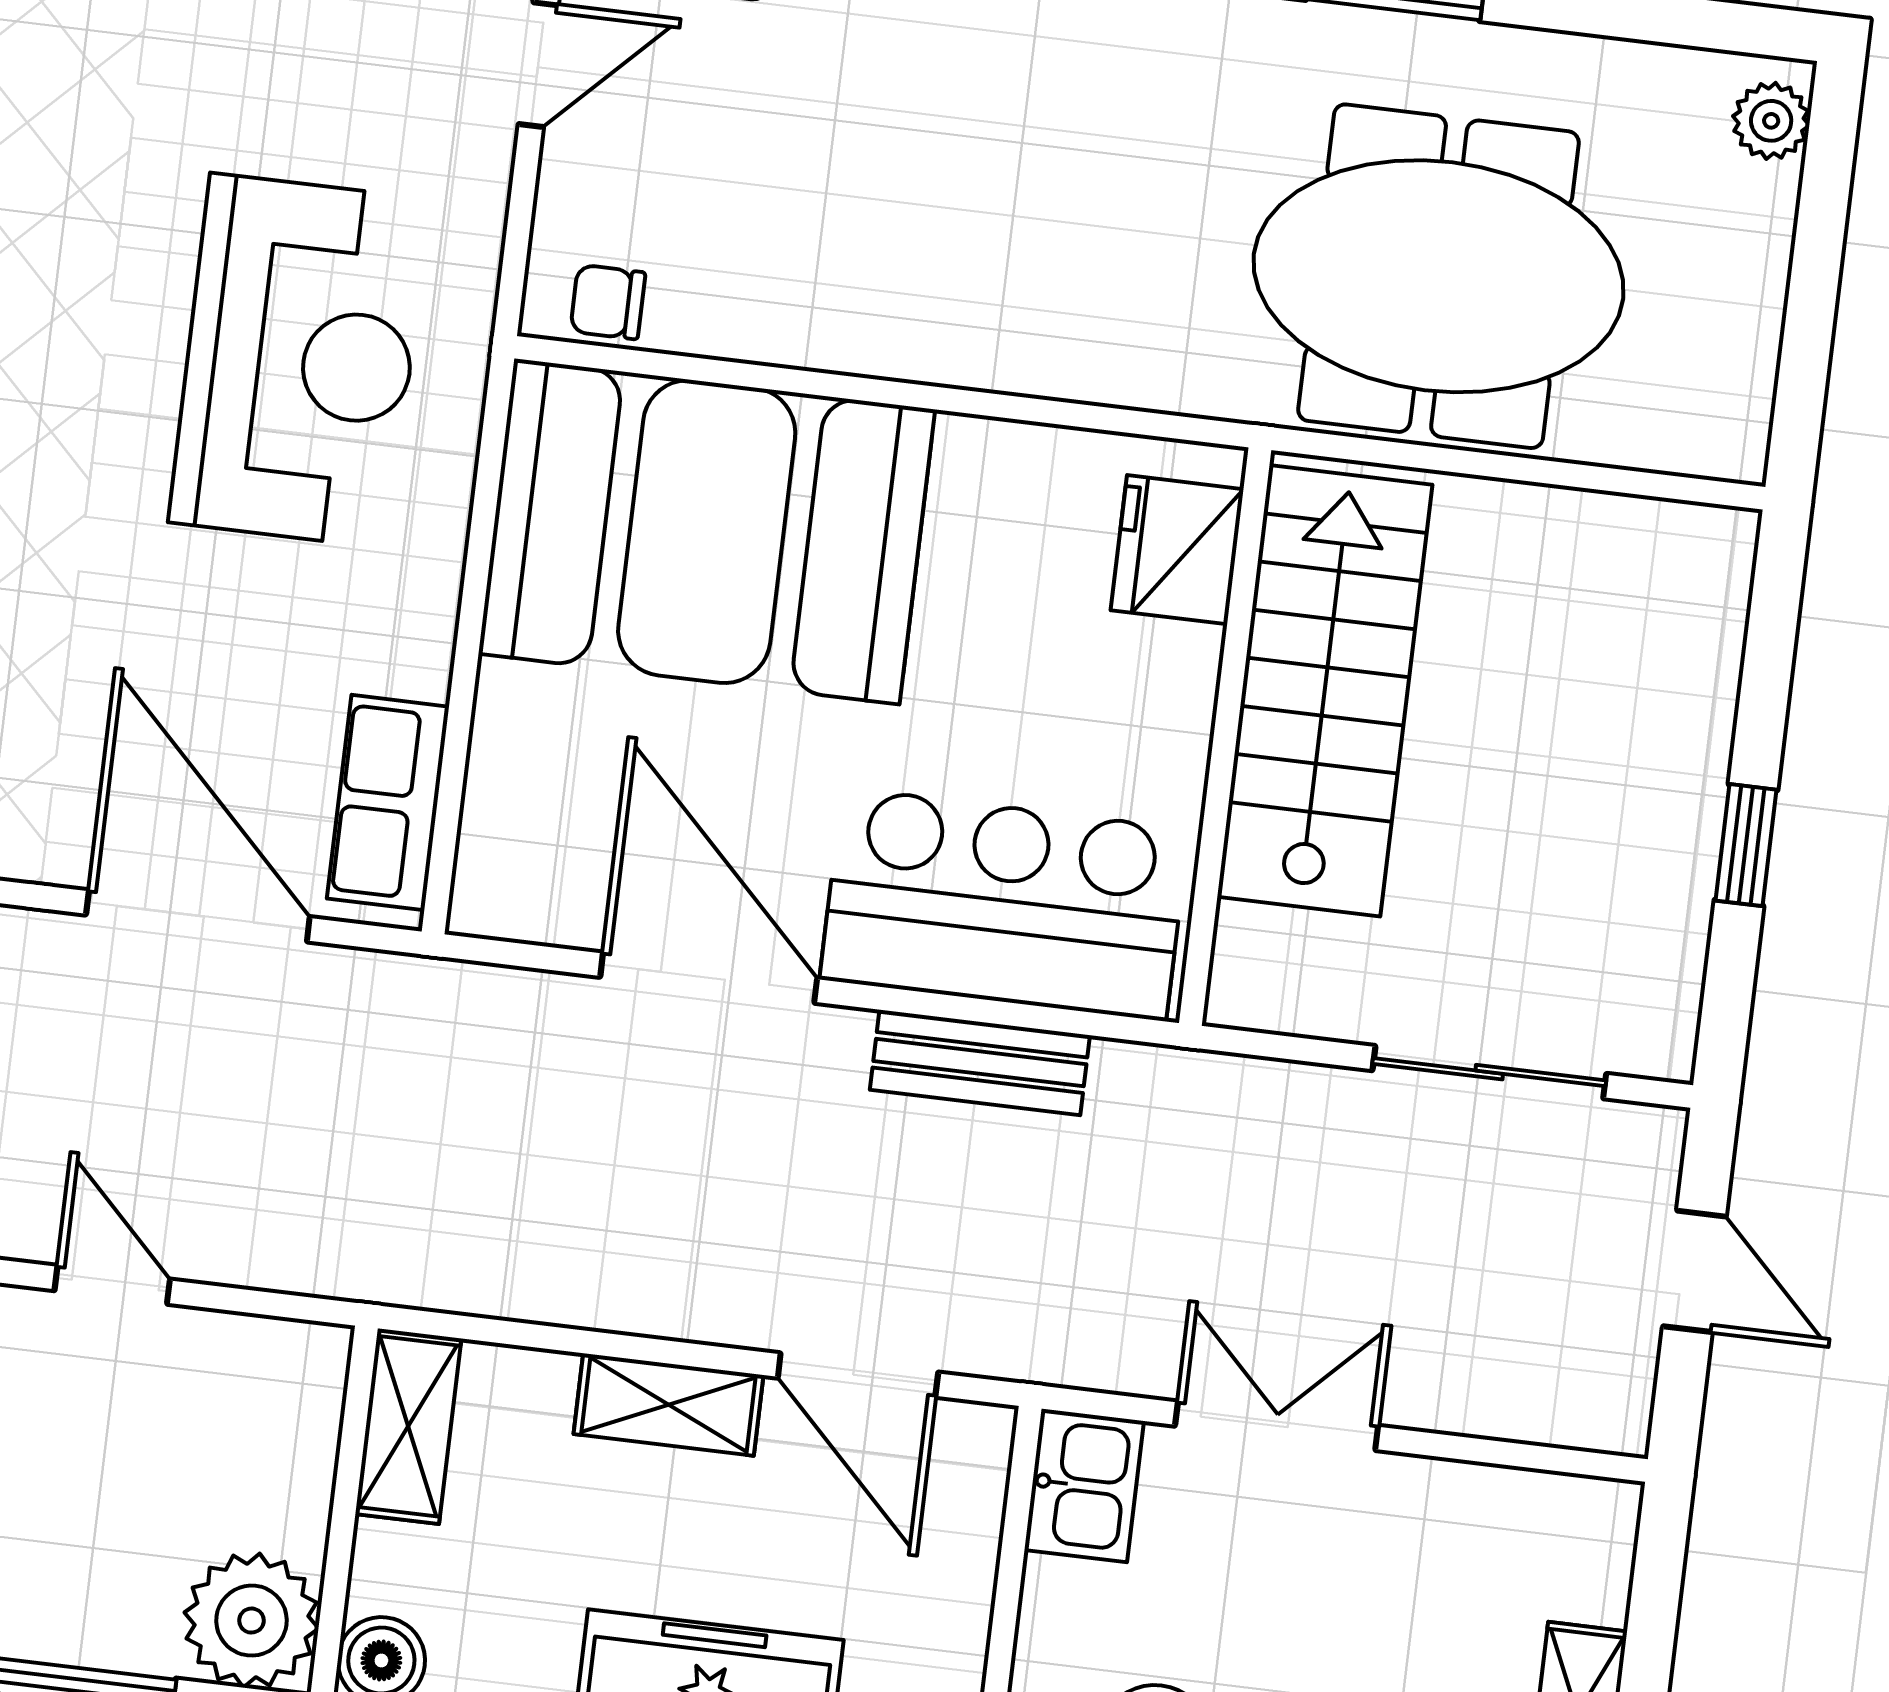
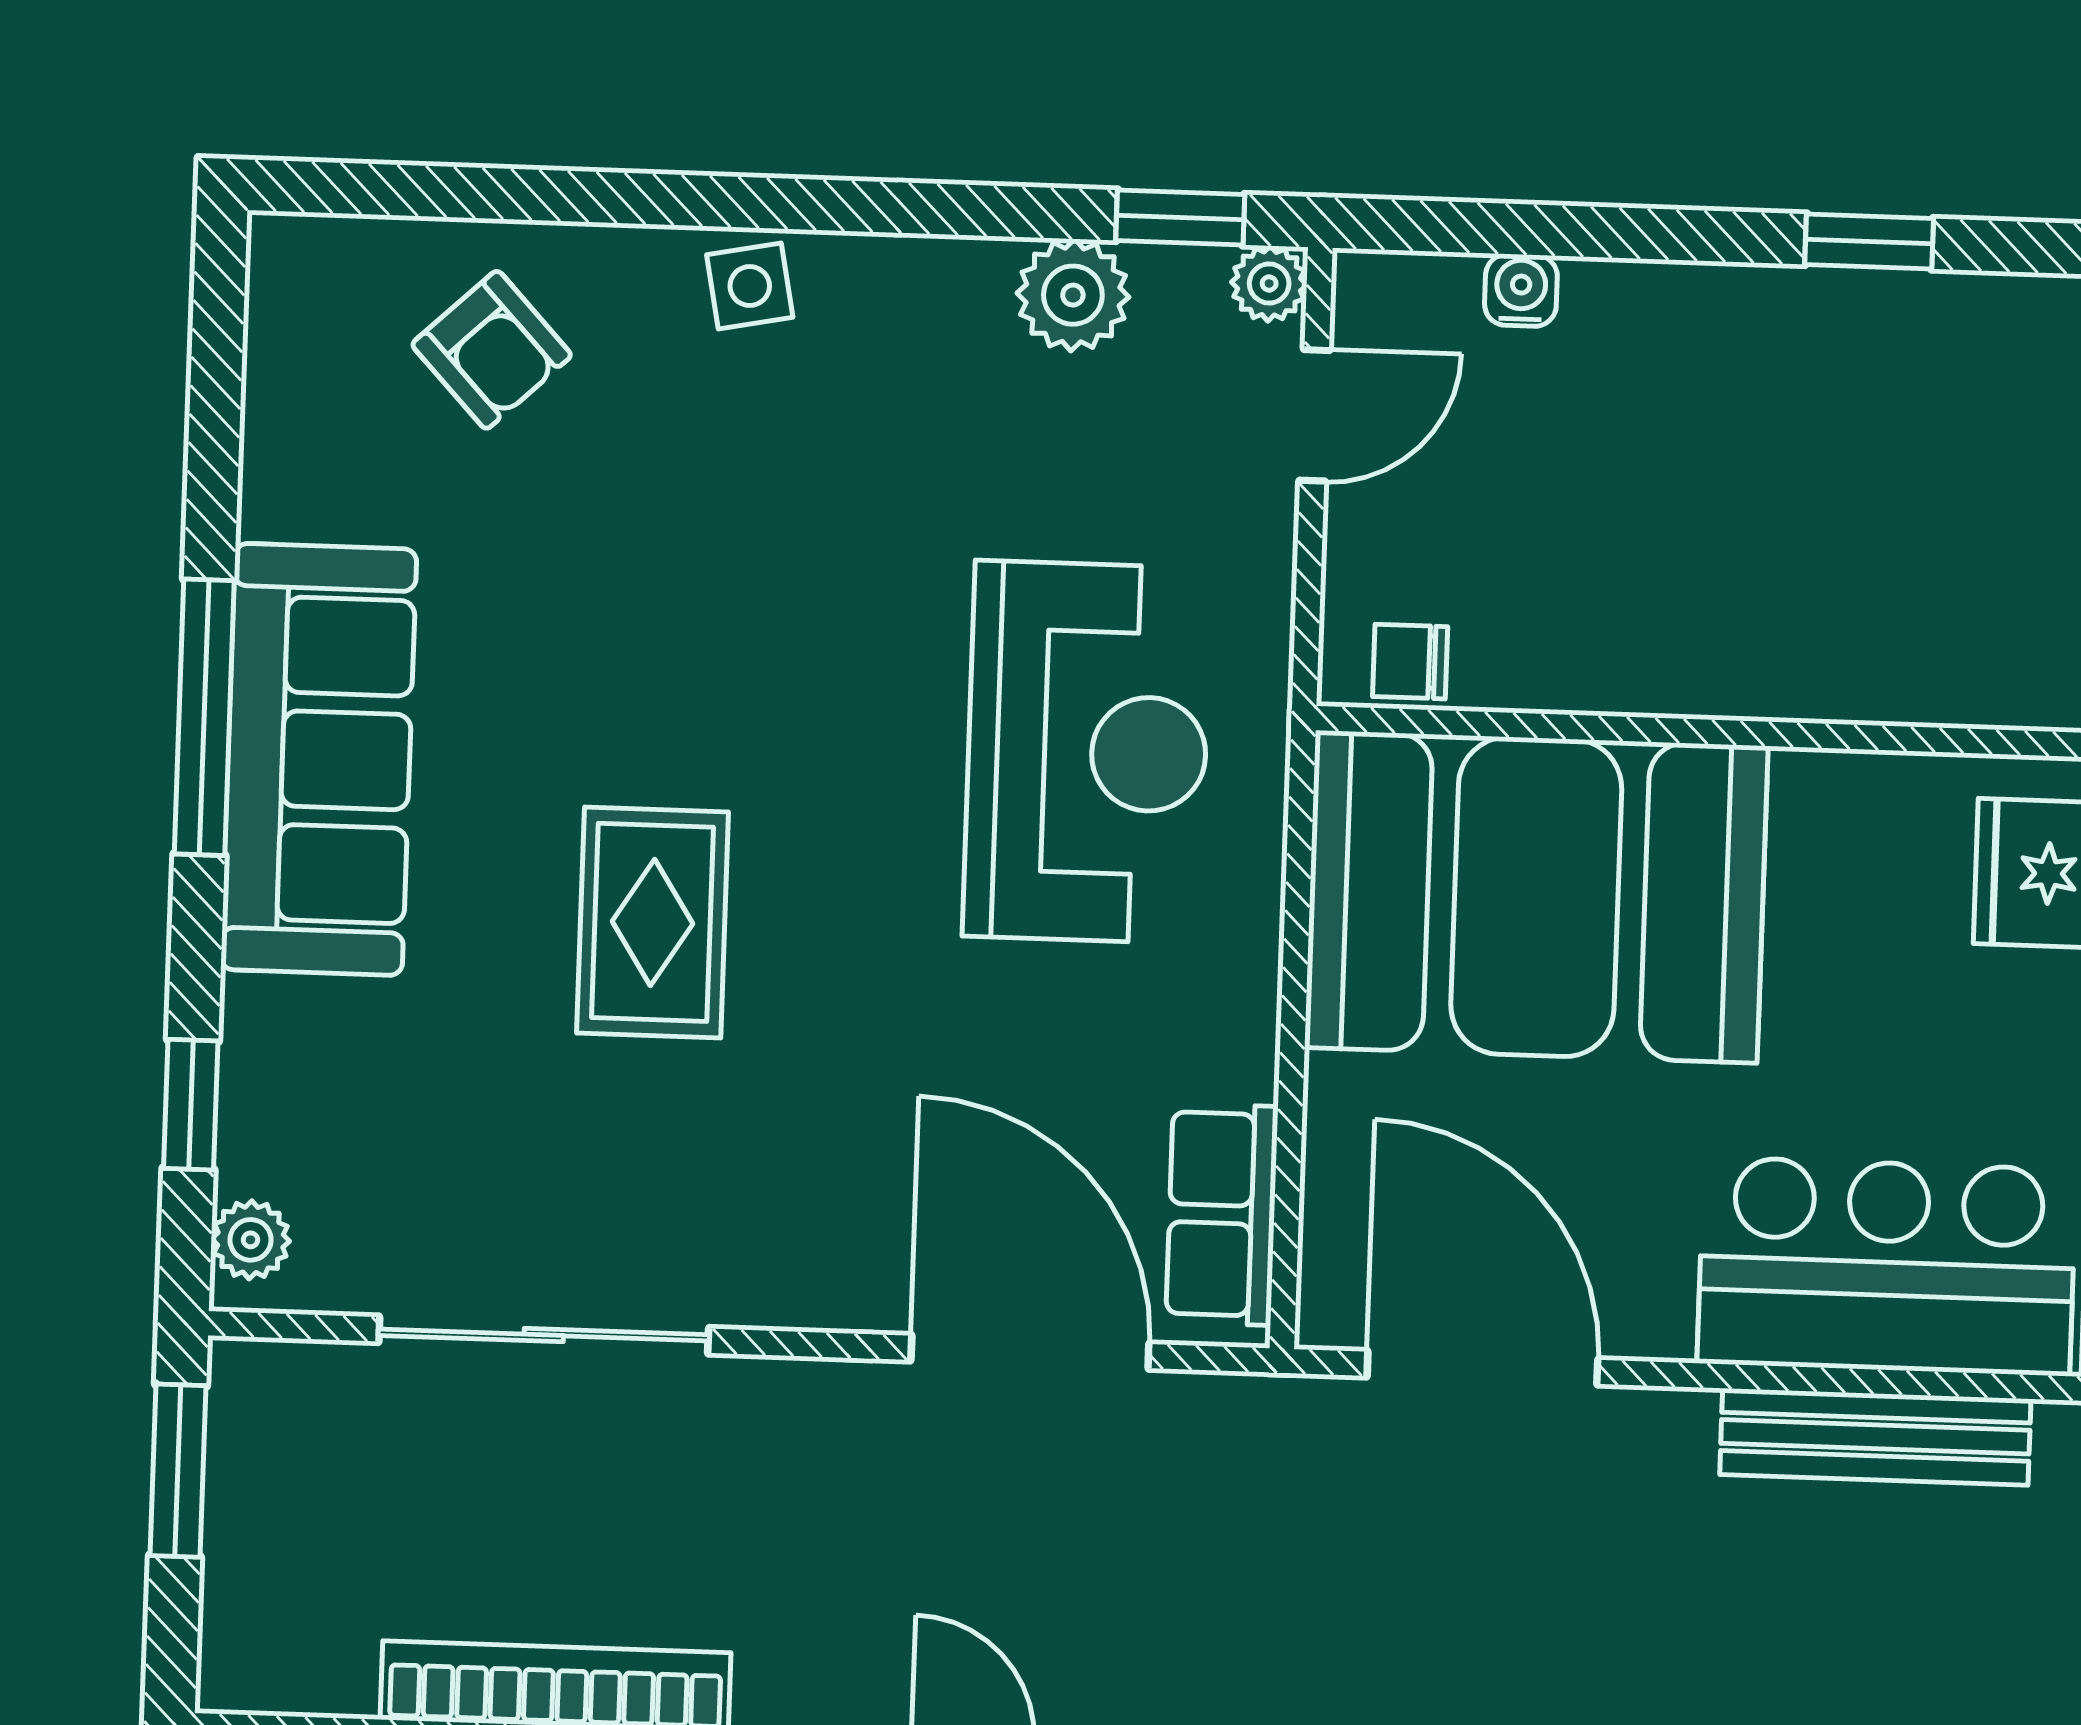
door: (709, 978) -> (1482, 1368), moved
bench: (980, 1063) -> (1875, 1437), width x1.36

